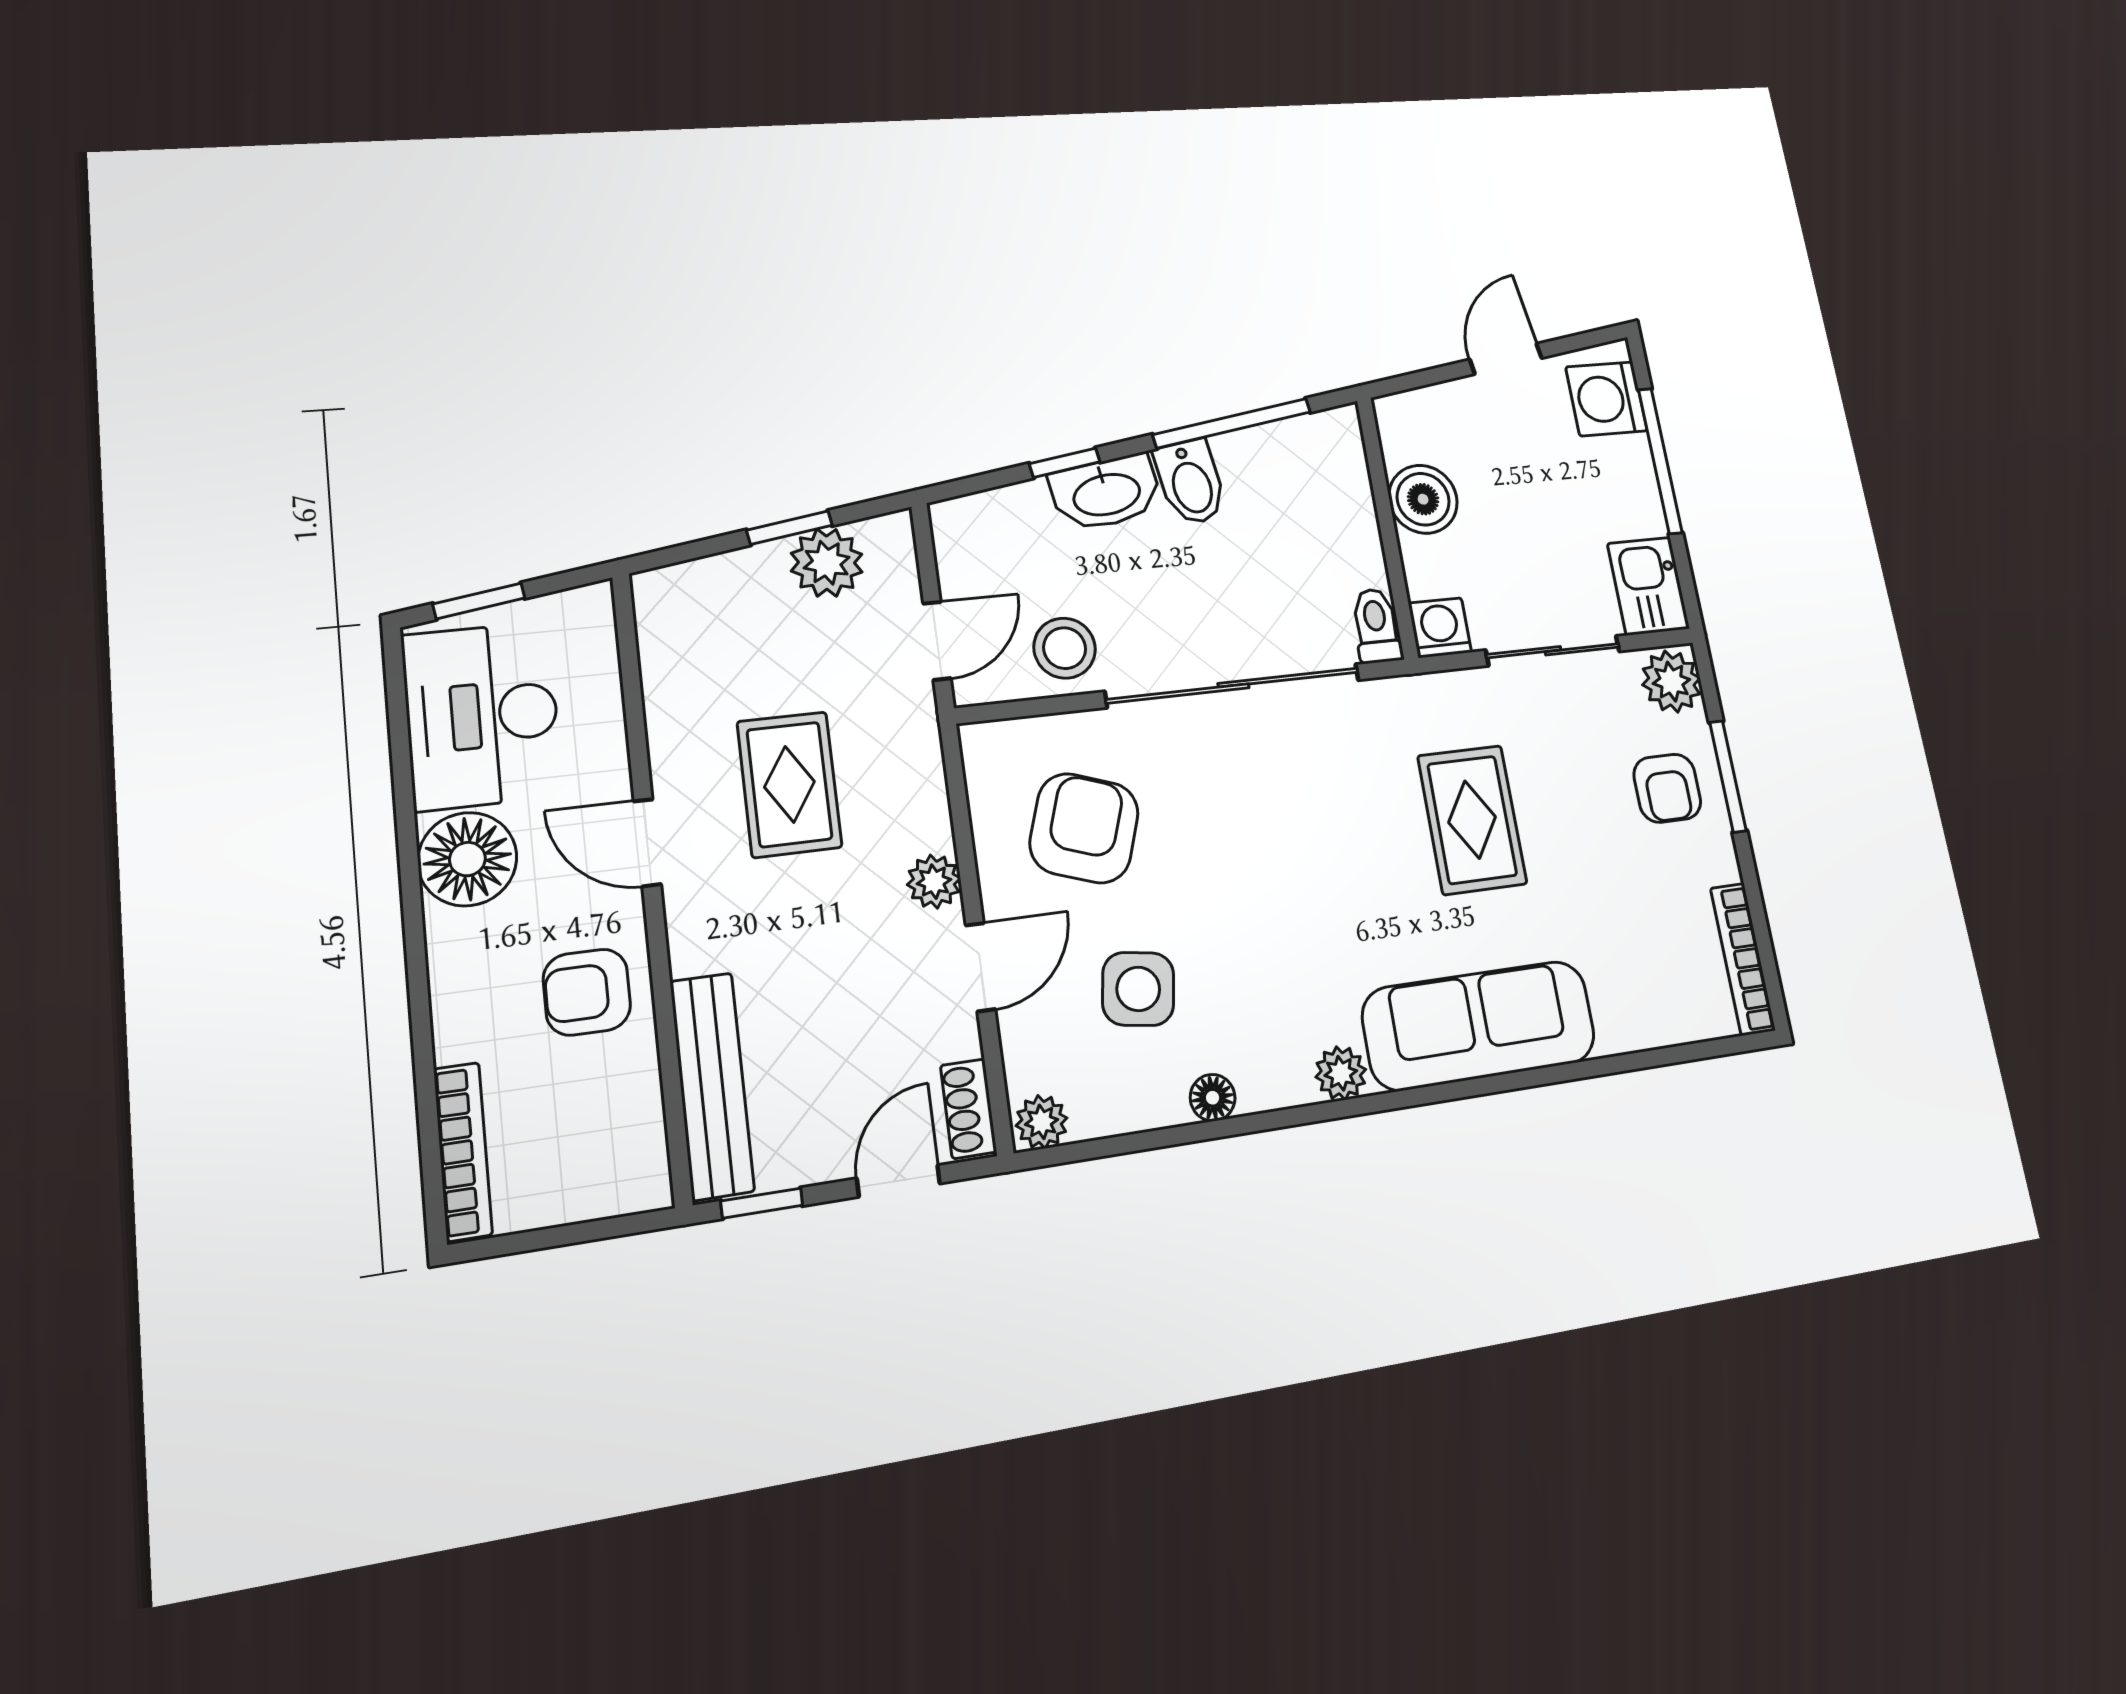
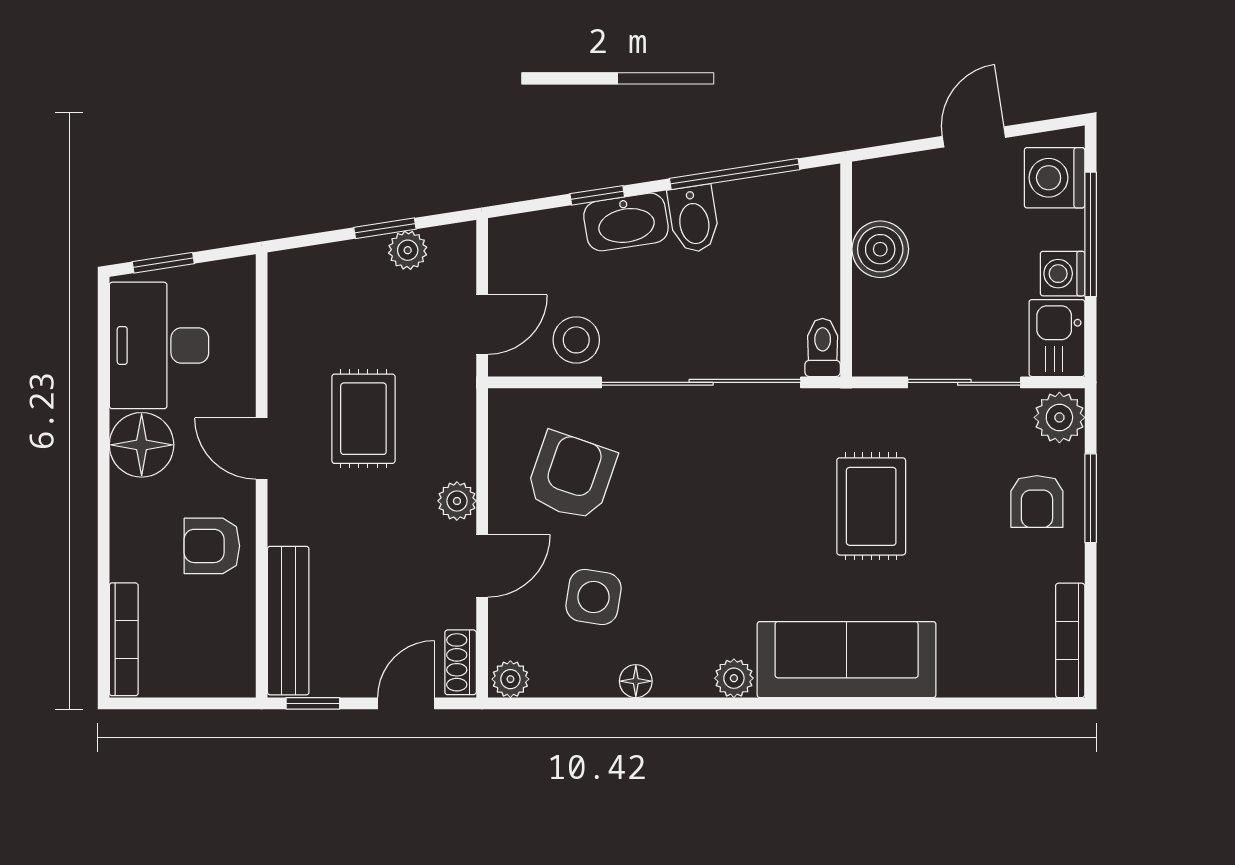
plant: (827, 563) -> (408, 250), width x0.73, depth x0.73
washing machine: (1440, 628) -> (1063, 274), moved, turned -90

